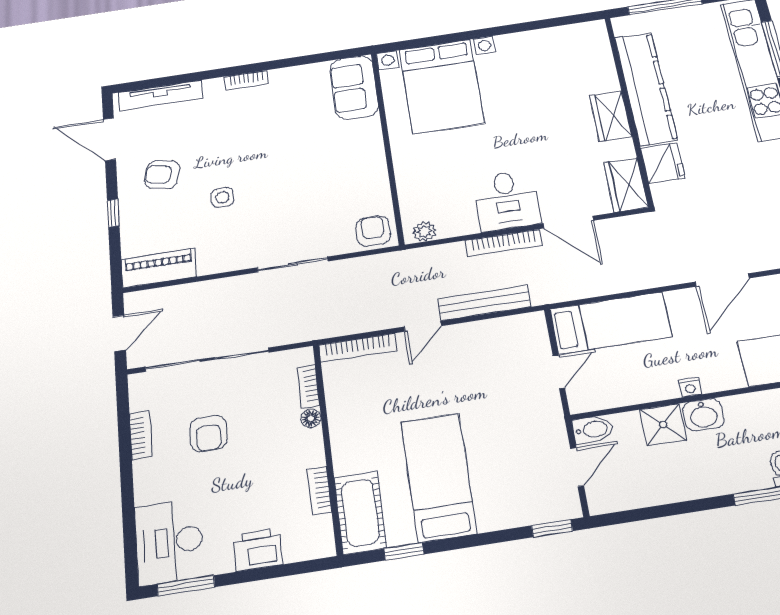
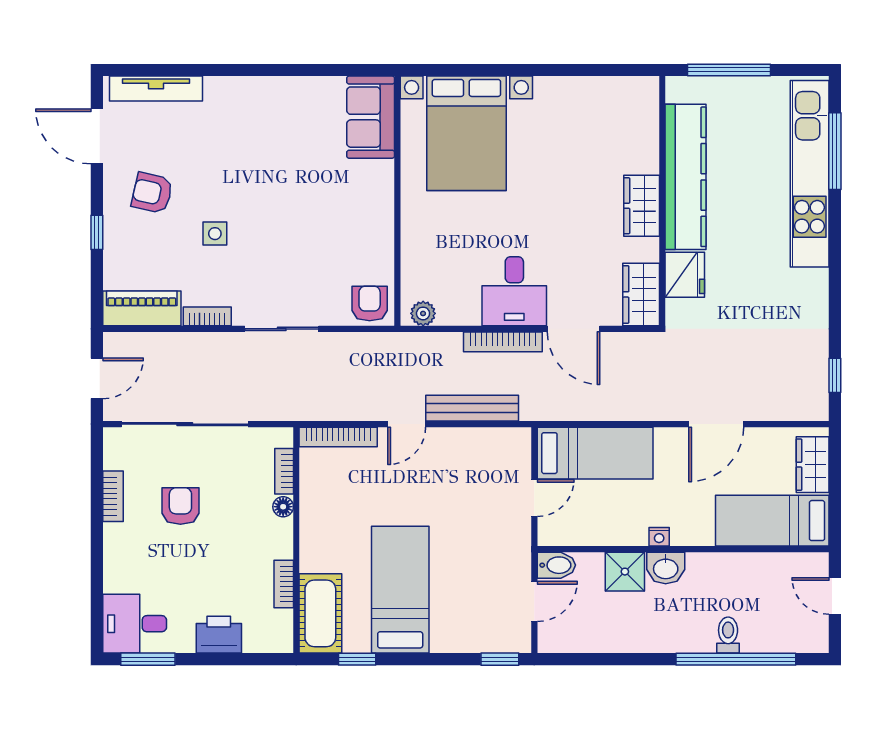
bookcase: (246, 80) -> (207, 316), moved, turned 180
armchair: (208, 434) -> (180, 506), turned 180
desk: (169, 542) -> (135, 624), width x0.73

